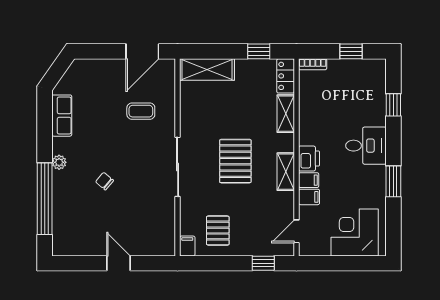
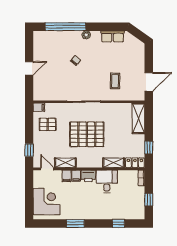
door: (142, 51) -> (149, 82), swing flipped
desk: (366, 146) -> (107, 181), moved, turned 180
pallet: (235, 161) -> (87, 134), width x1.37, depth x1.41
shelving: (286, 172) -> (65, 163), moved

